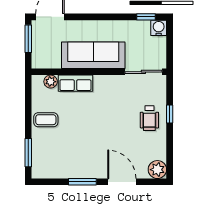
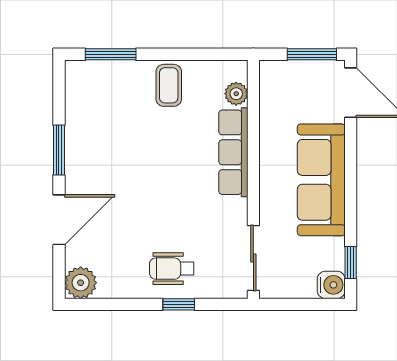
sofa: (93, 55) -> (321, 180), moved, turned 180
row of seats: (75, 83) -> (233, 152), width x1.48

